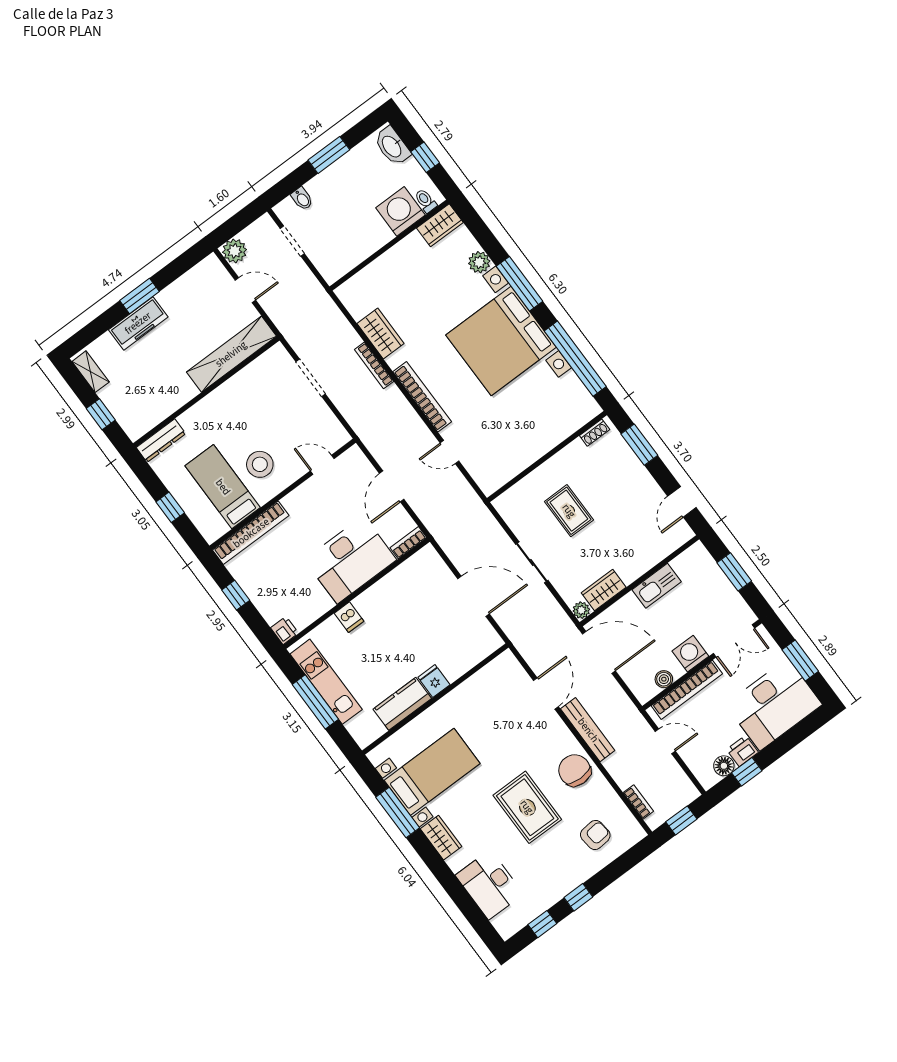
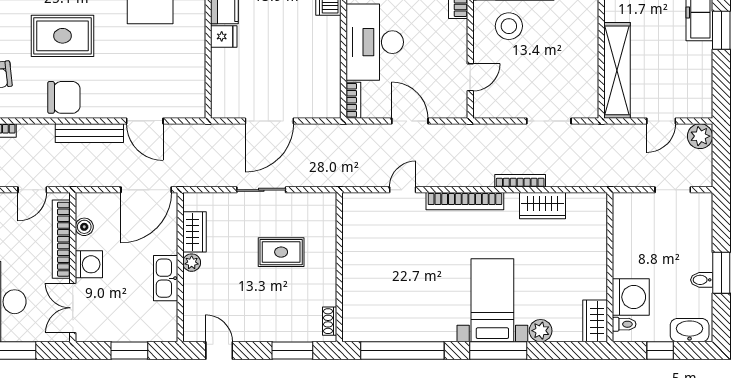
bidet: (302, 199) -> (702, 280), moved
bed with nightstands: (501, 341) -> (492, 300), width x0.54
plant: (581, 610) -> (192, 263), moved

